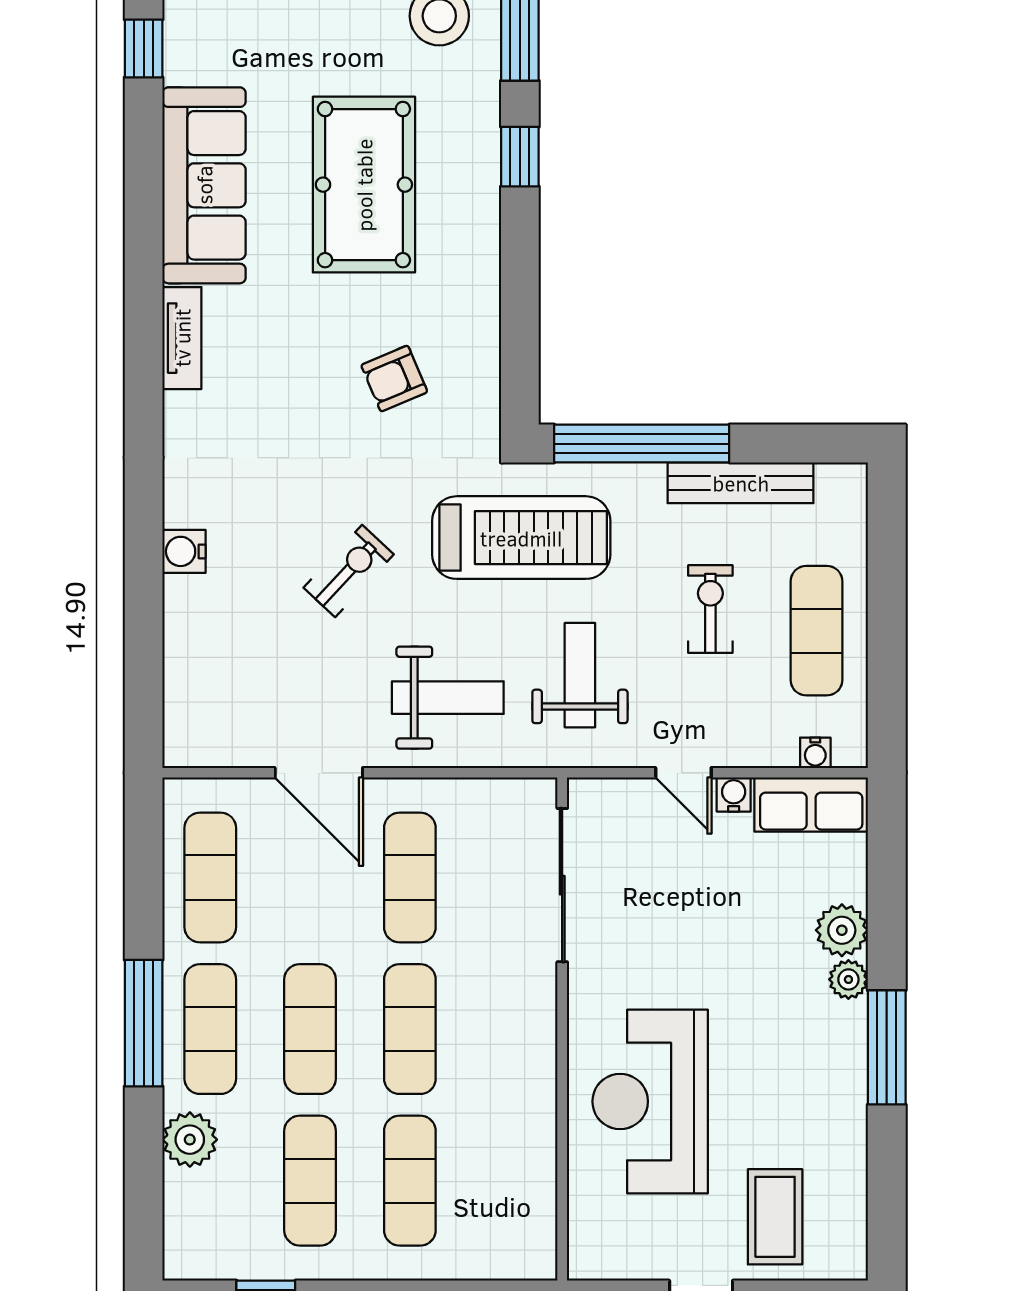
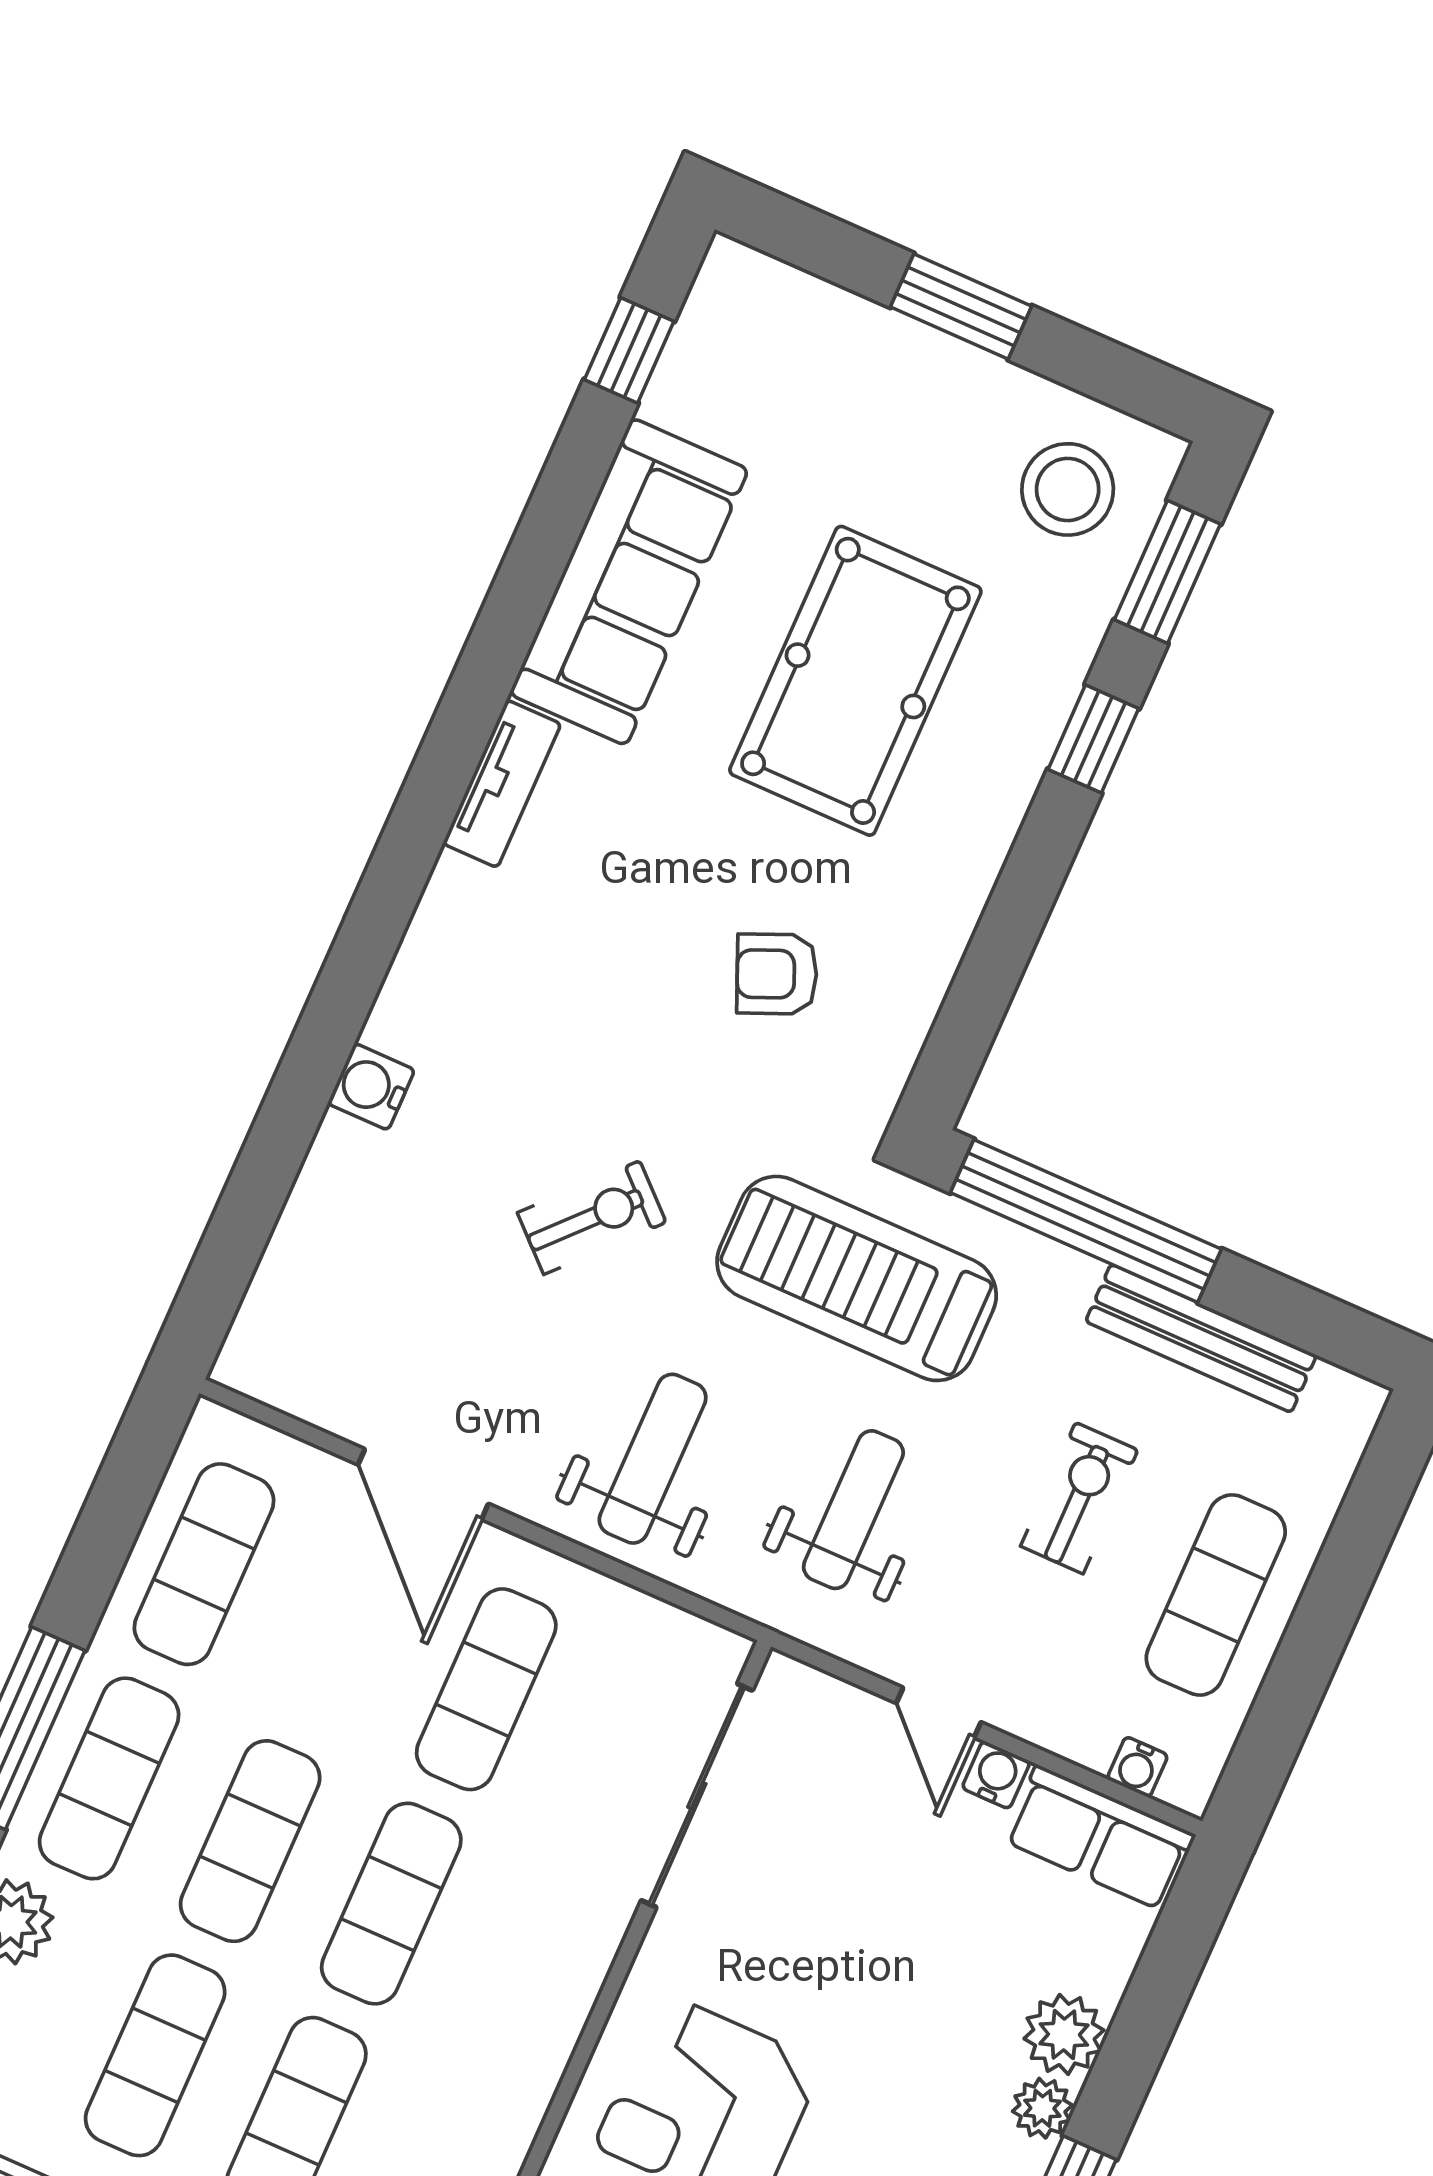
treadmill: (521, 538) -> (857, 1278), turned 180
weight bench: (448, 698) -> (653, 1459), turned -90

